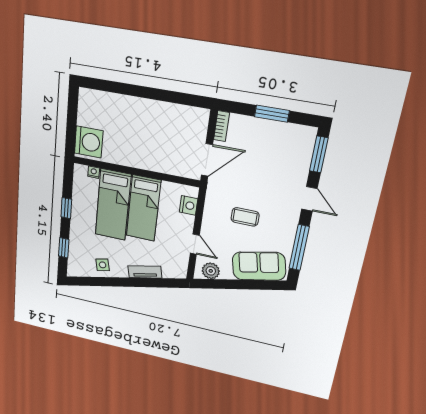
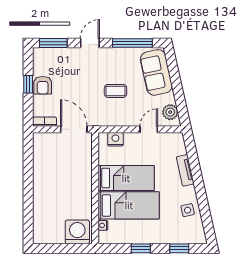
window: (272, 114) -> (28, 84), width x0.67
armchair: (267, 132) -> (43, 85), added
coffee table: (245, 217) -> (116, 91), turned 90

